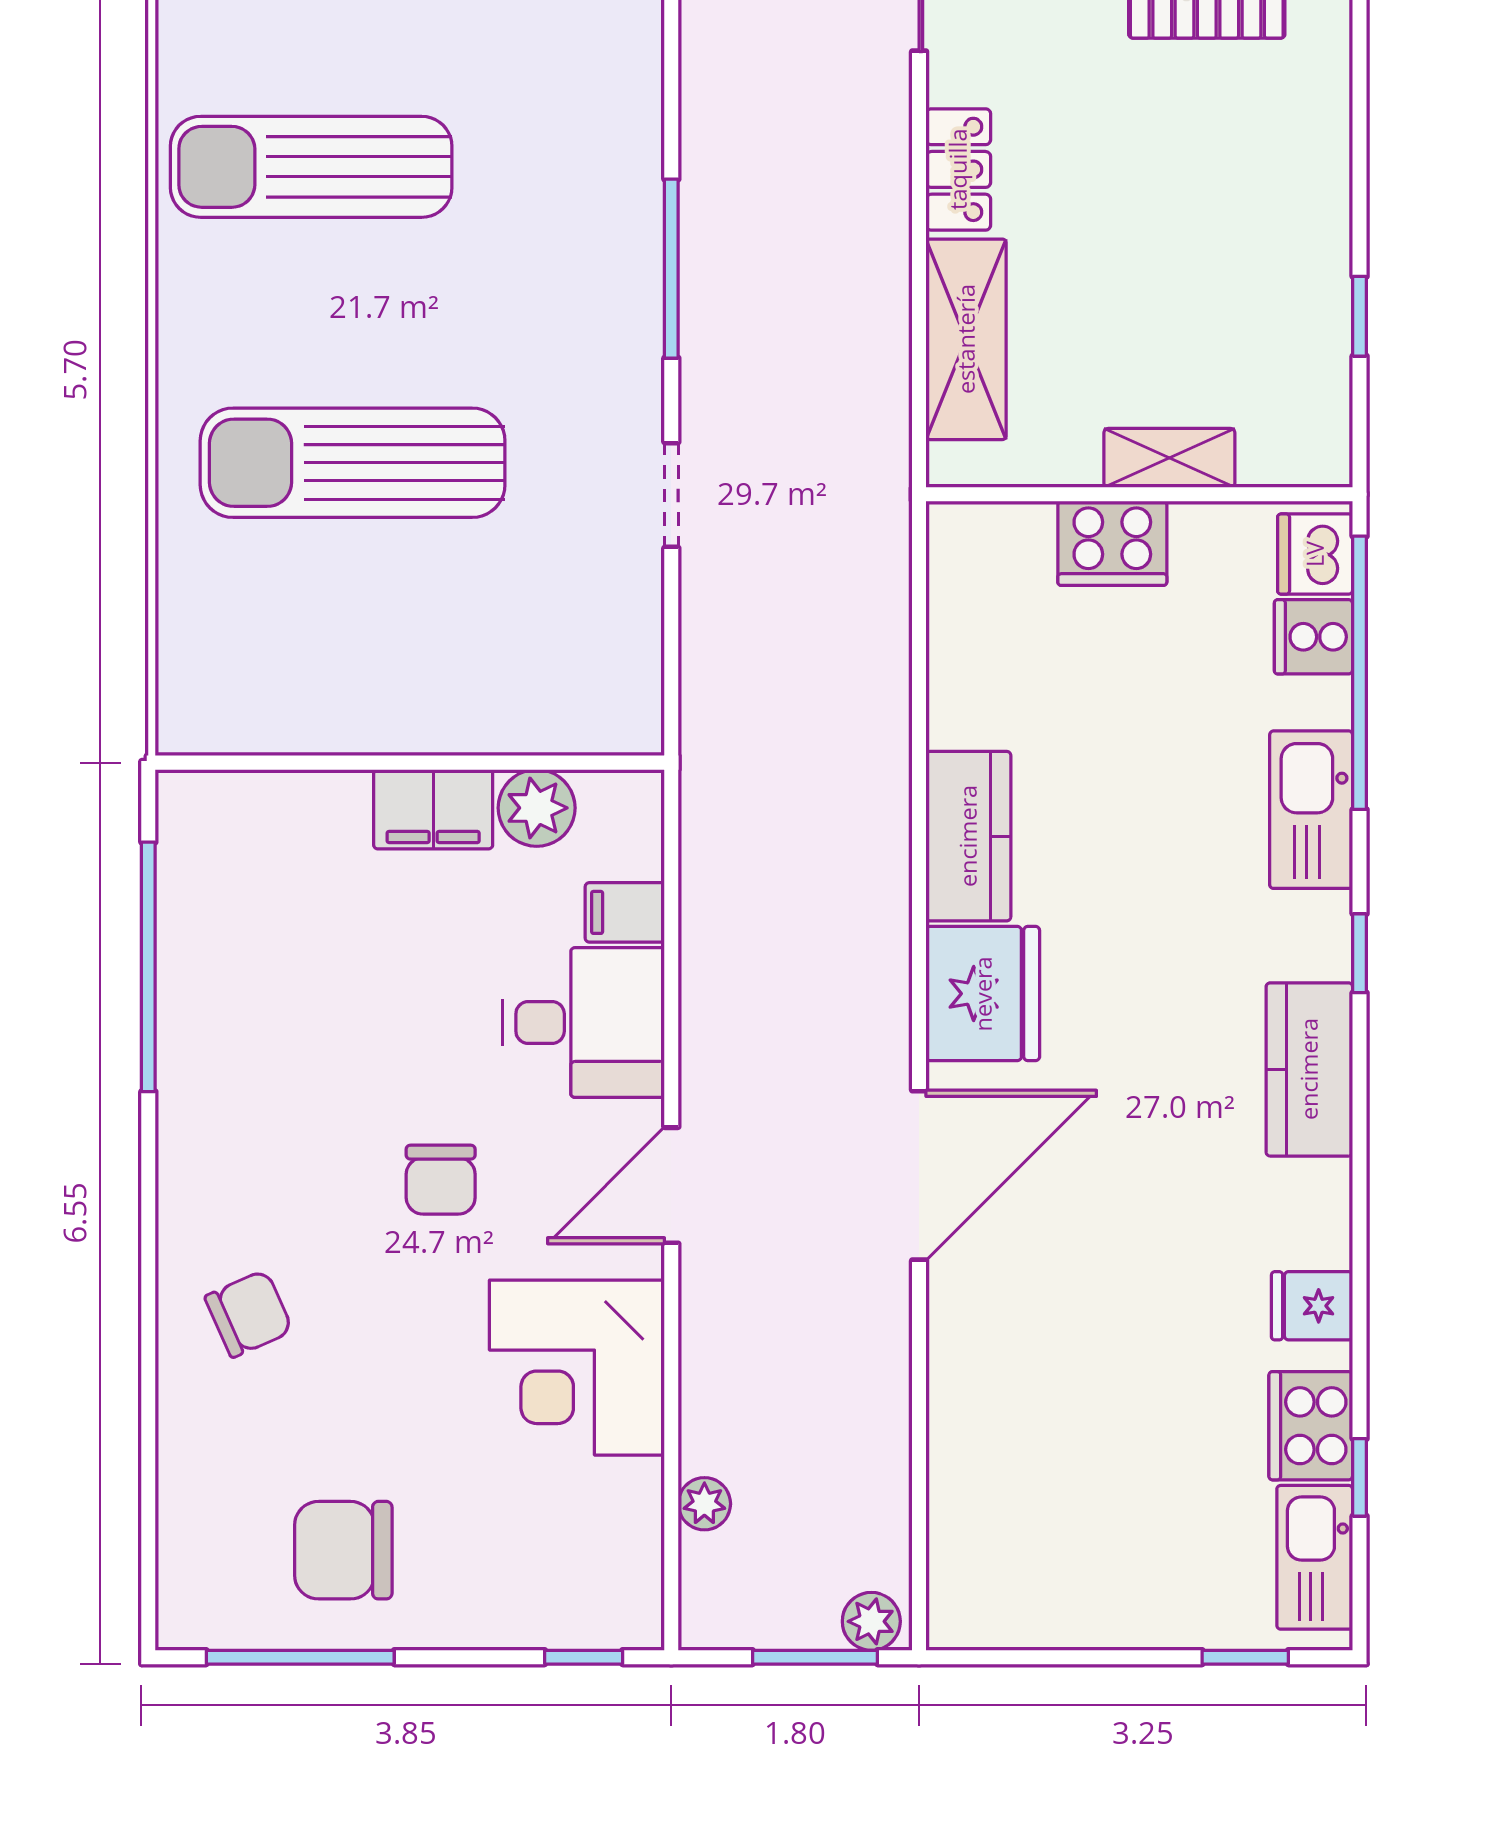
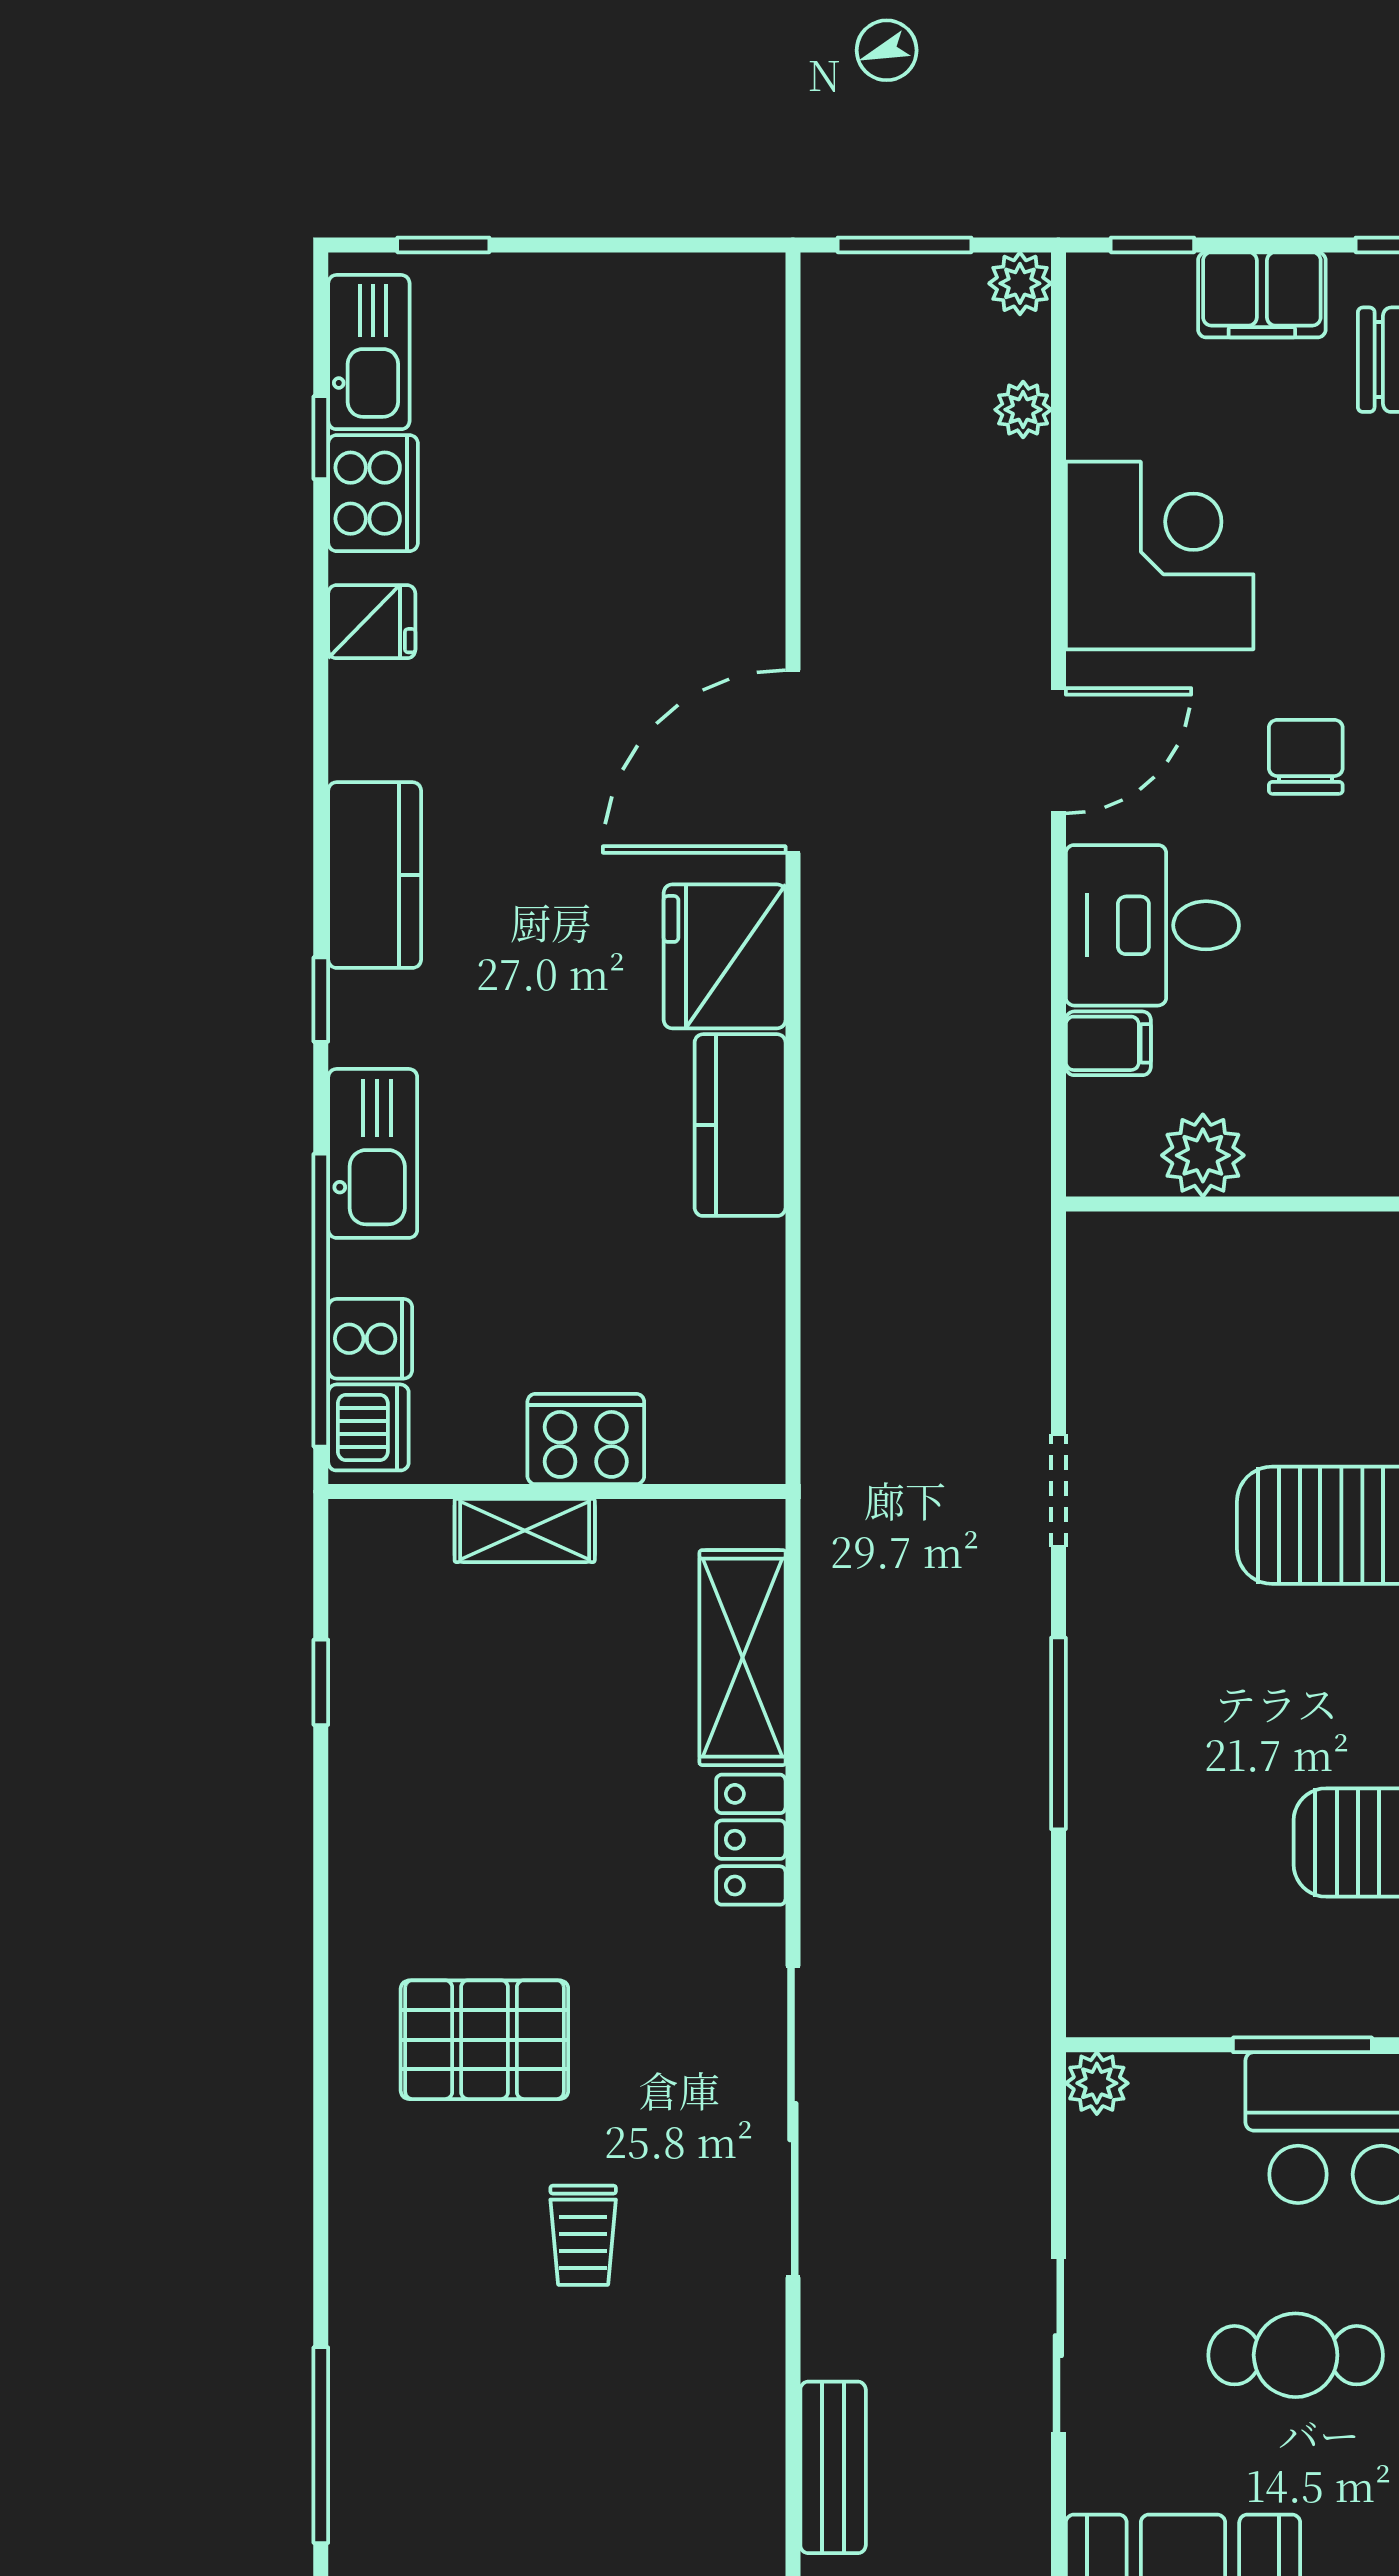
filing cabinet: (433, 809) -> (1262, 295), moved, turned 180
plant: (871, 1621) -> (1020, 283), moved

